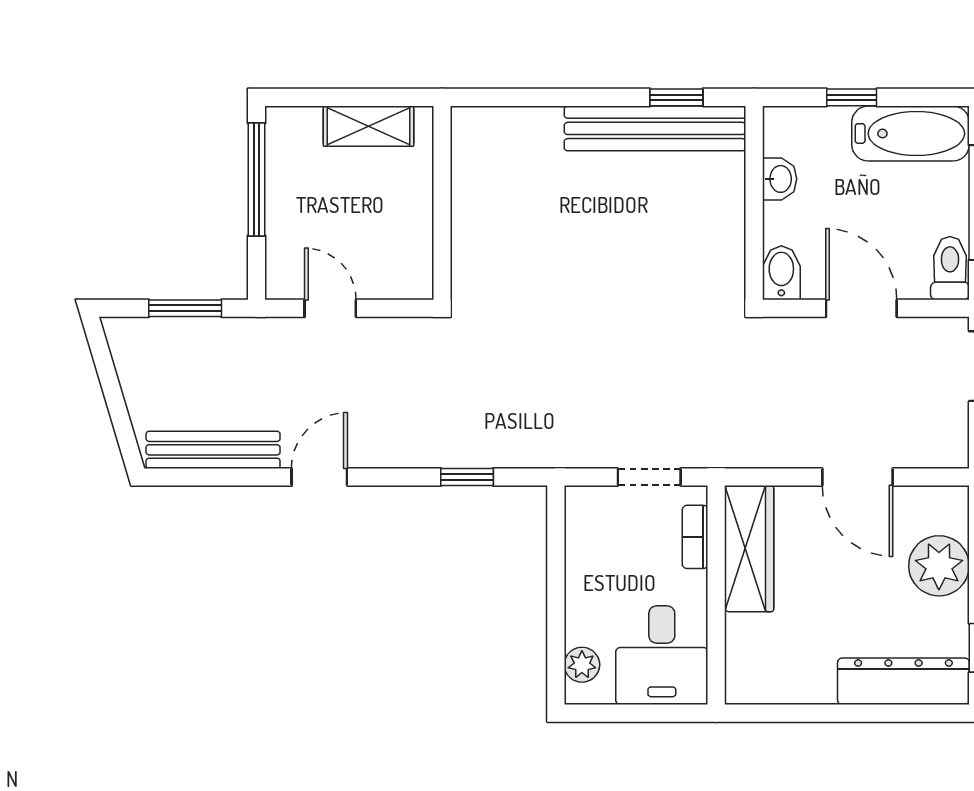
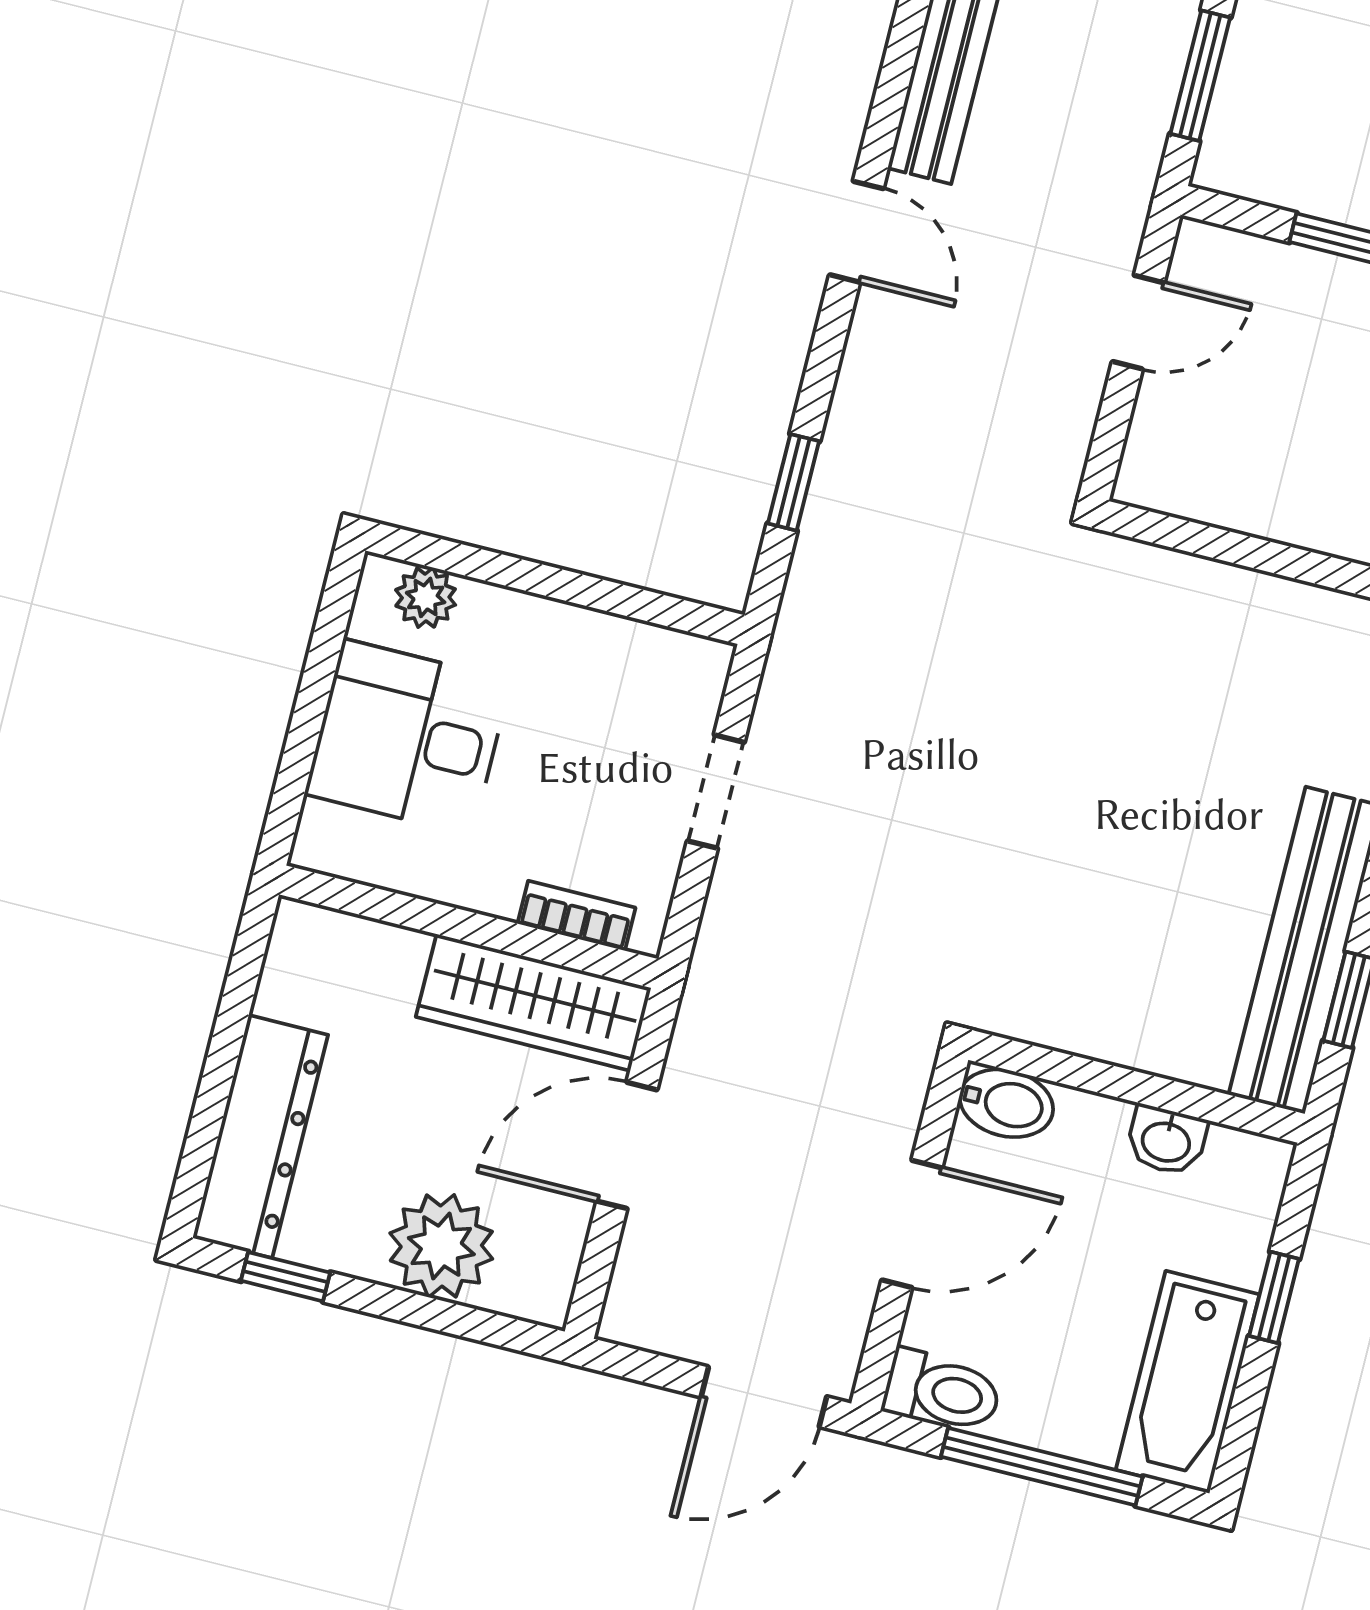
bookcase: (695, 537) -> (576, 916), moved
wardrobe: (749, 549) -> (533, 1002), moved
wall: (716, 595) -> (469, 927), moved

